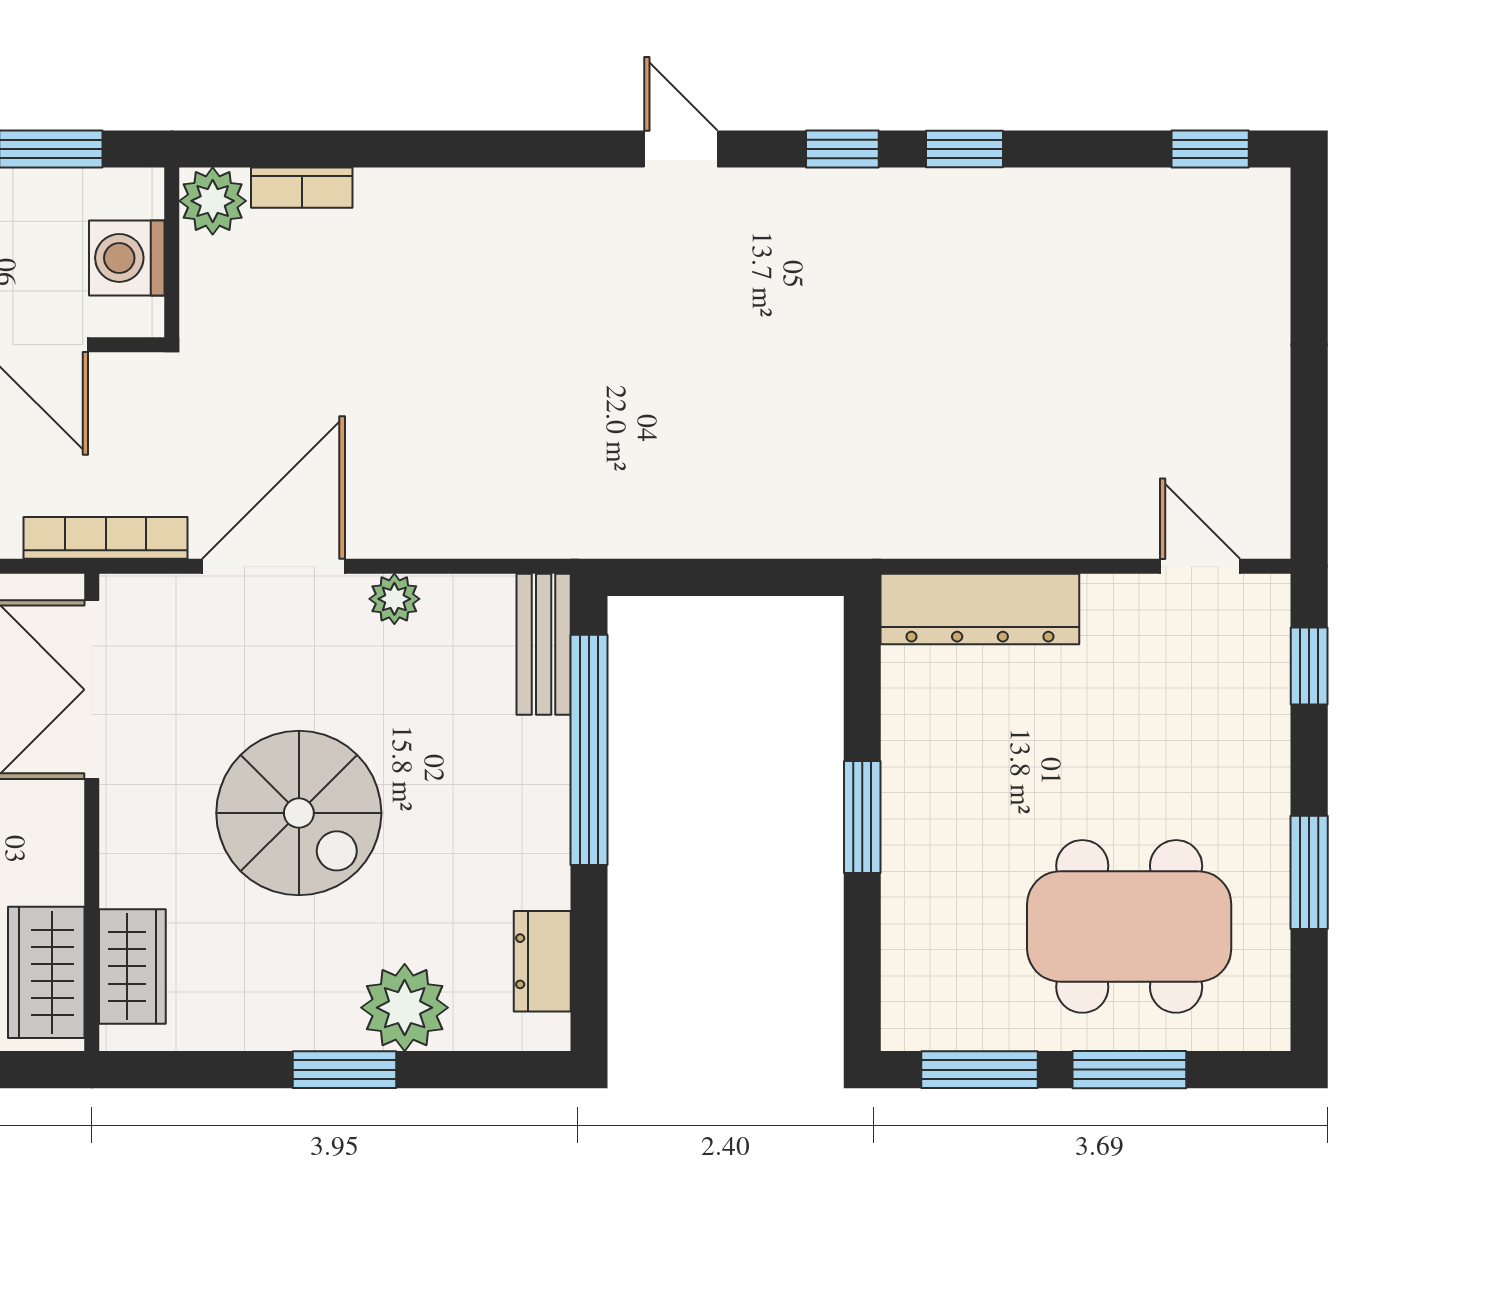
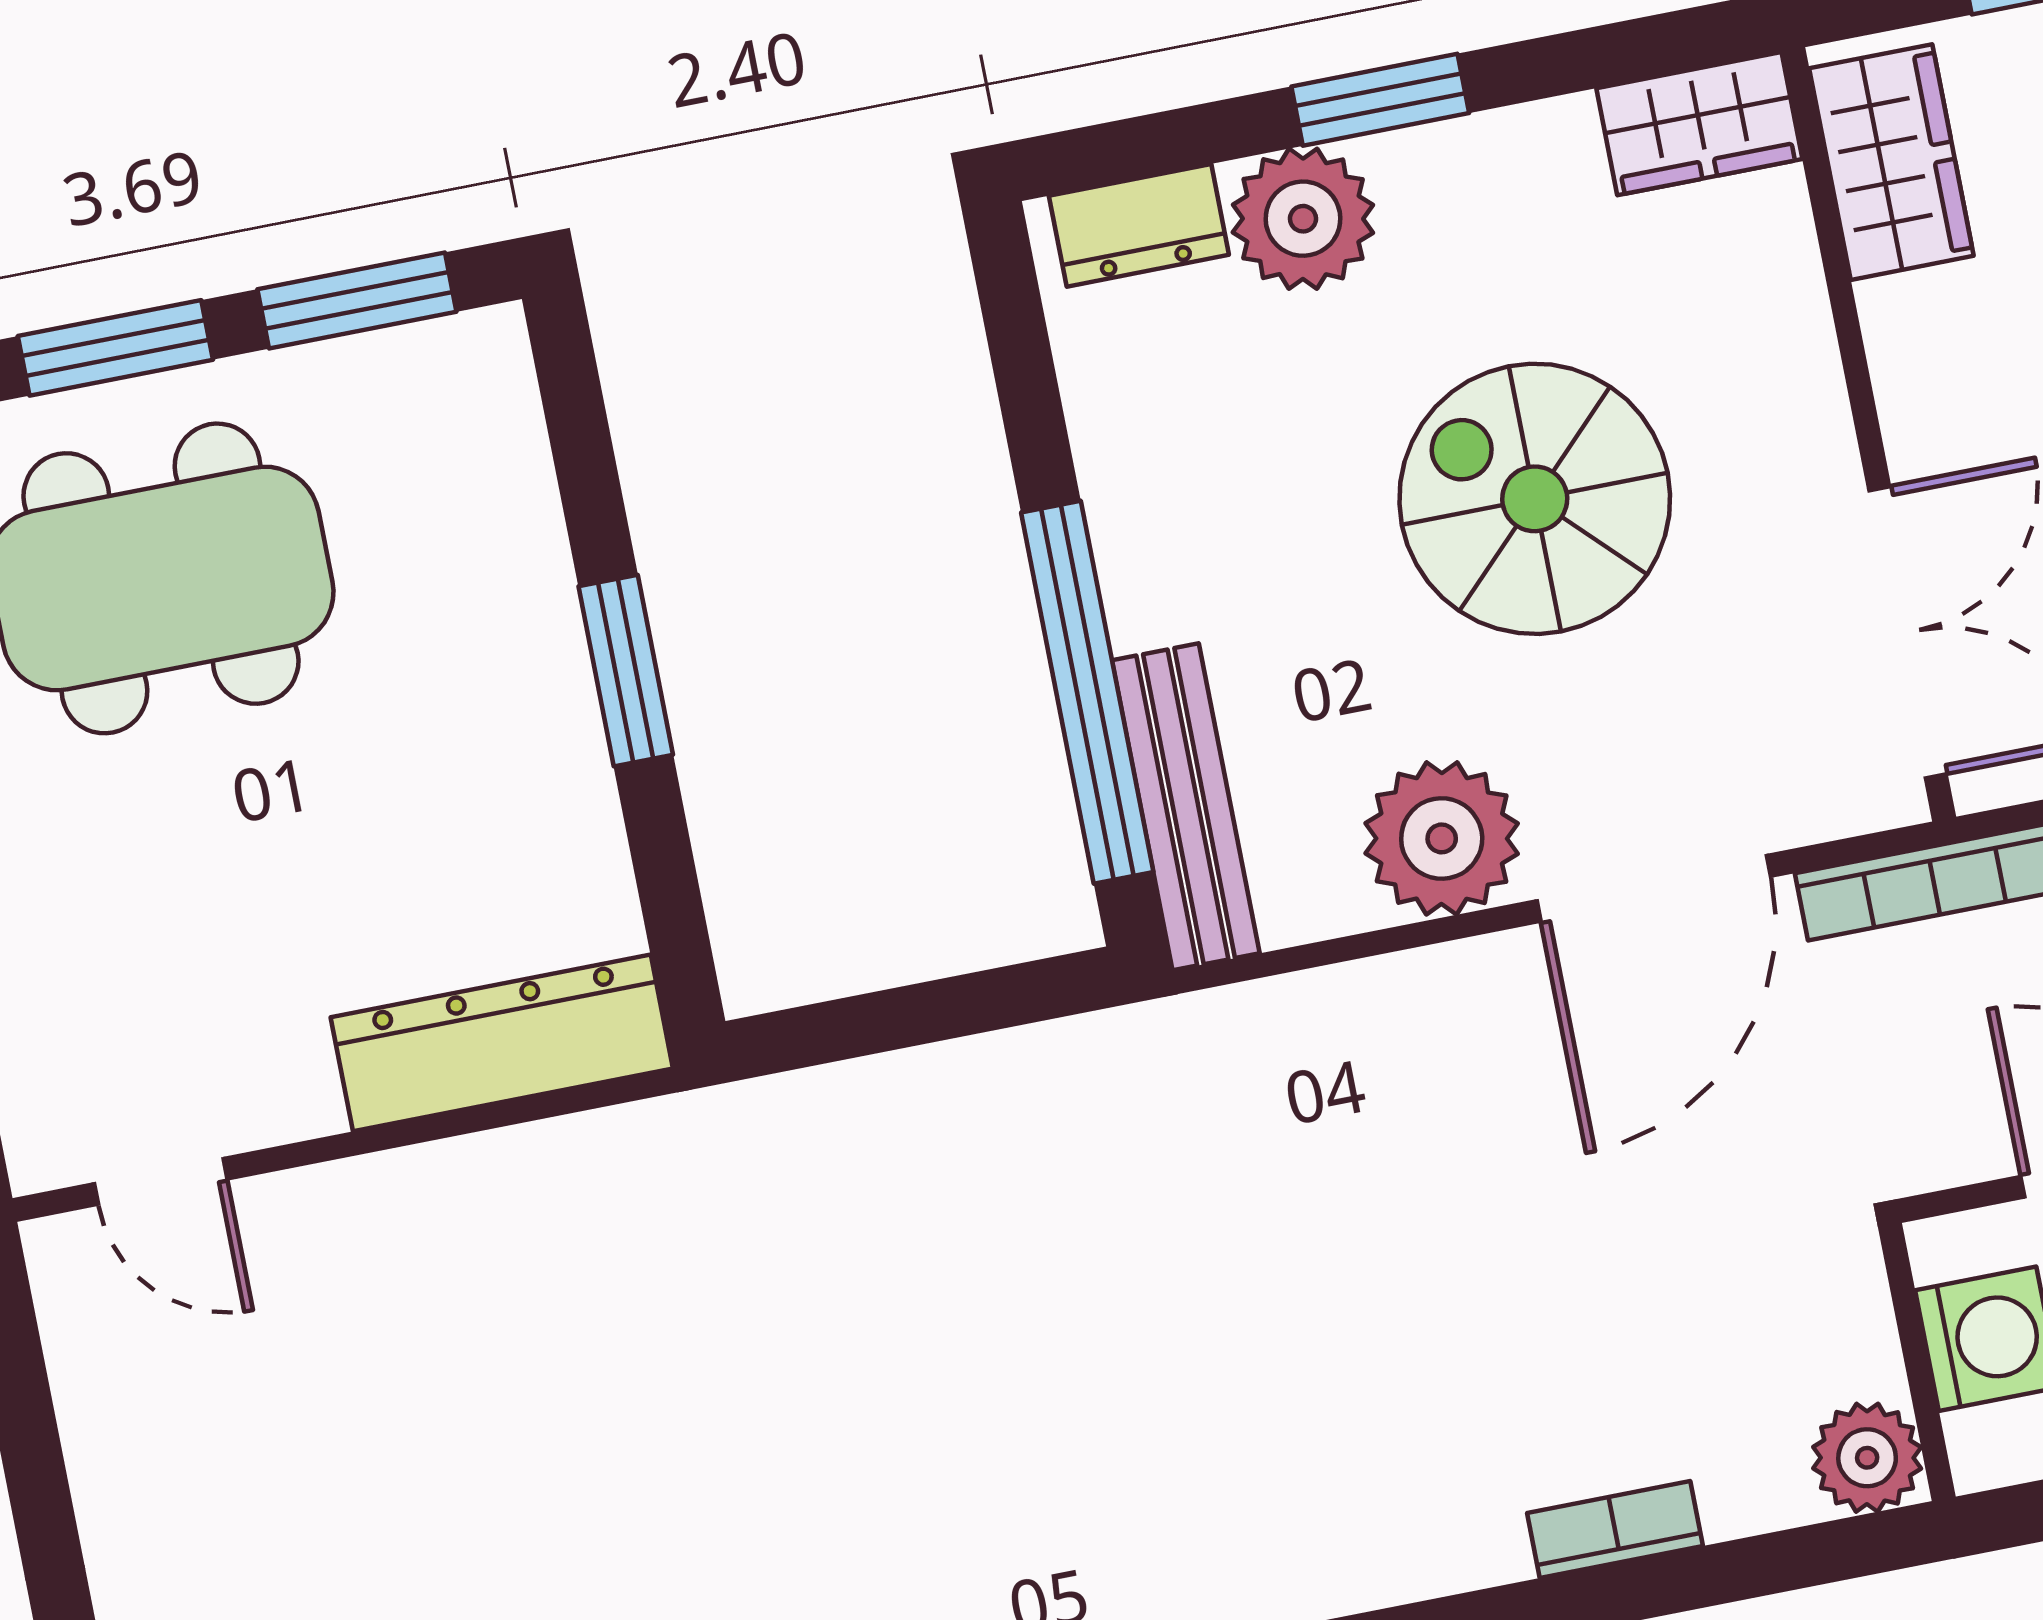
bookcase: (302, 188) -> (1615, 1529), moved
plant: (394, 599) -> (1442, 838), width x1.87, depth x1.87
bench: (544, 644) -> (1186, 807), width x1.36
dresser: (542, 961) -> (1139, 225), moved, turned 90
wardrobe: (132, 966) -> (1699, 124), moved, turned -90

